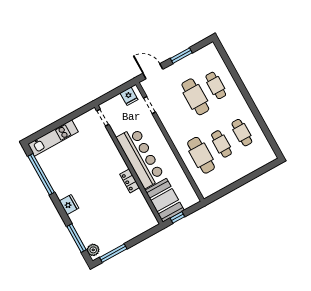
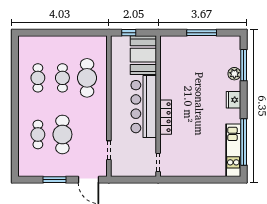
fridge: (129, 96) -> (123, 169), removed
kitchen unit: (53, 138) -> (233, 150), moved, turned -90
locker: (130, 181) -> (166, 117), moved, width x1.53
window: (177, 217) -> (129, 33), moved
plant: (93, 250) -> (234, 74), moved
window: (113, 253) -> (202, 33), moved

